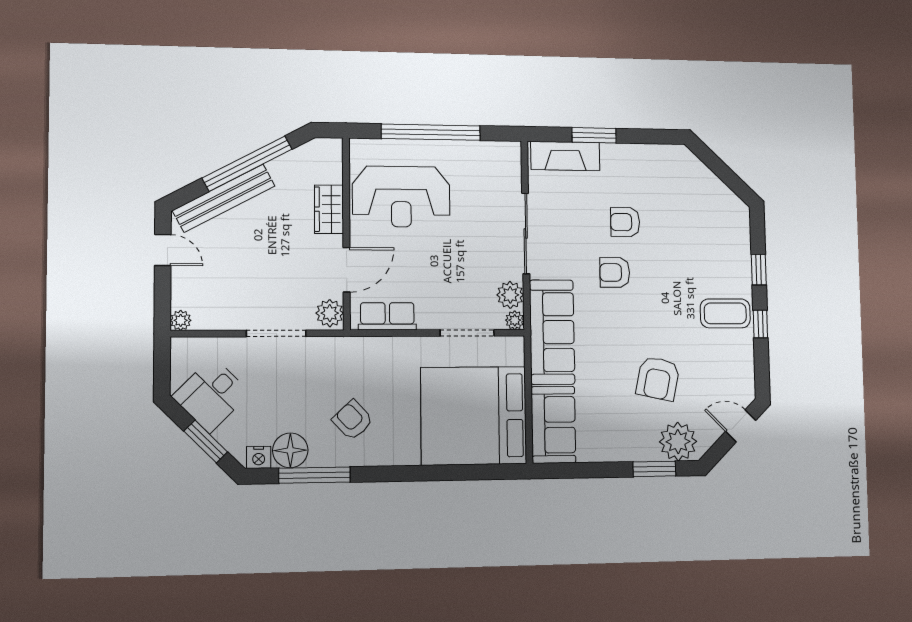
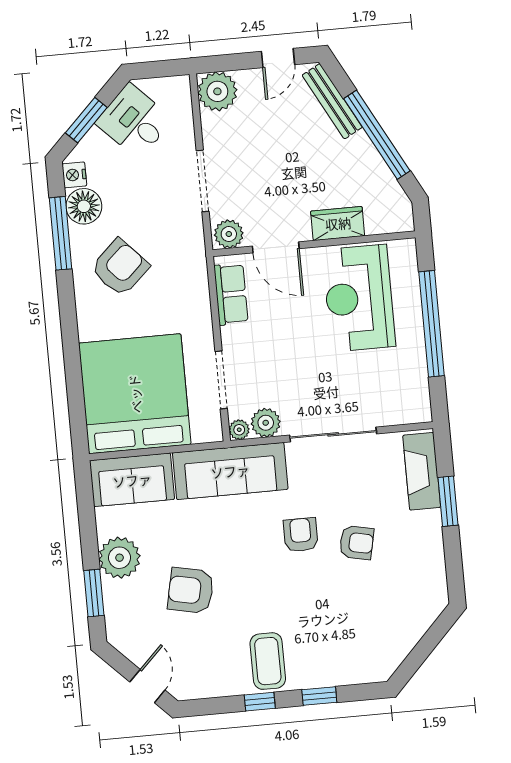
bench: (224, 198) -> (332, 101), width x0.73, depth x0.82
armchair: (625, 222) -> (357, 543), turned 102
plant: (181, 320) -> (217, 91), width x1.87, depth x1.87
armchair: (353, 420) -> (120, 267), width x1.38, depth x1.38
plant: (678, 442) -> (120, 558), moved

